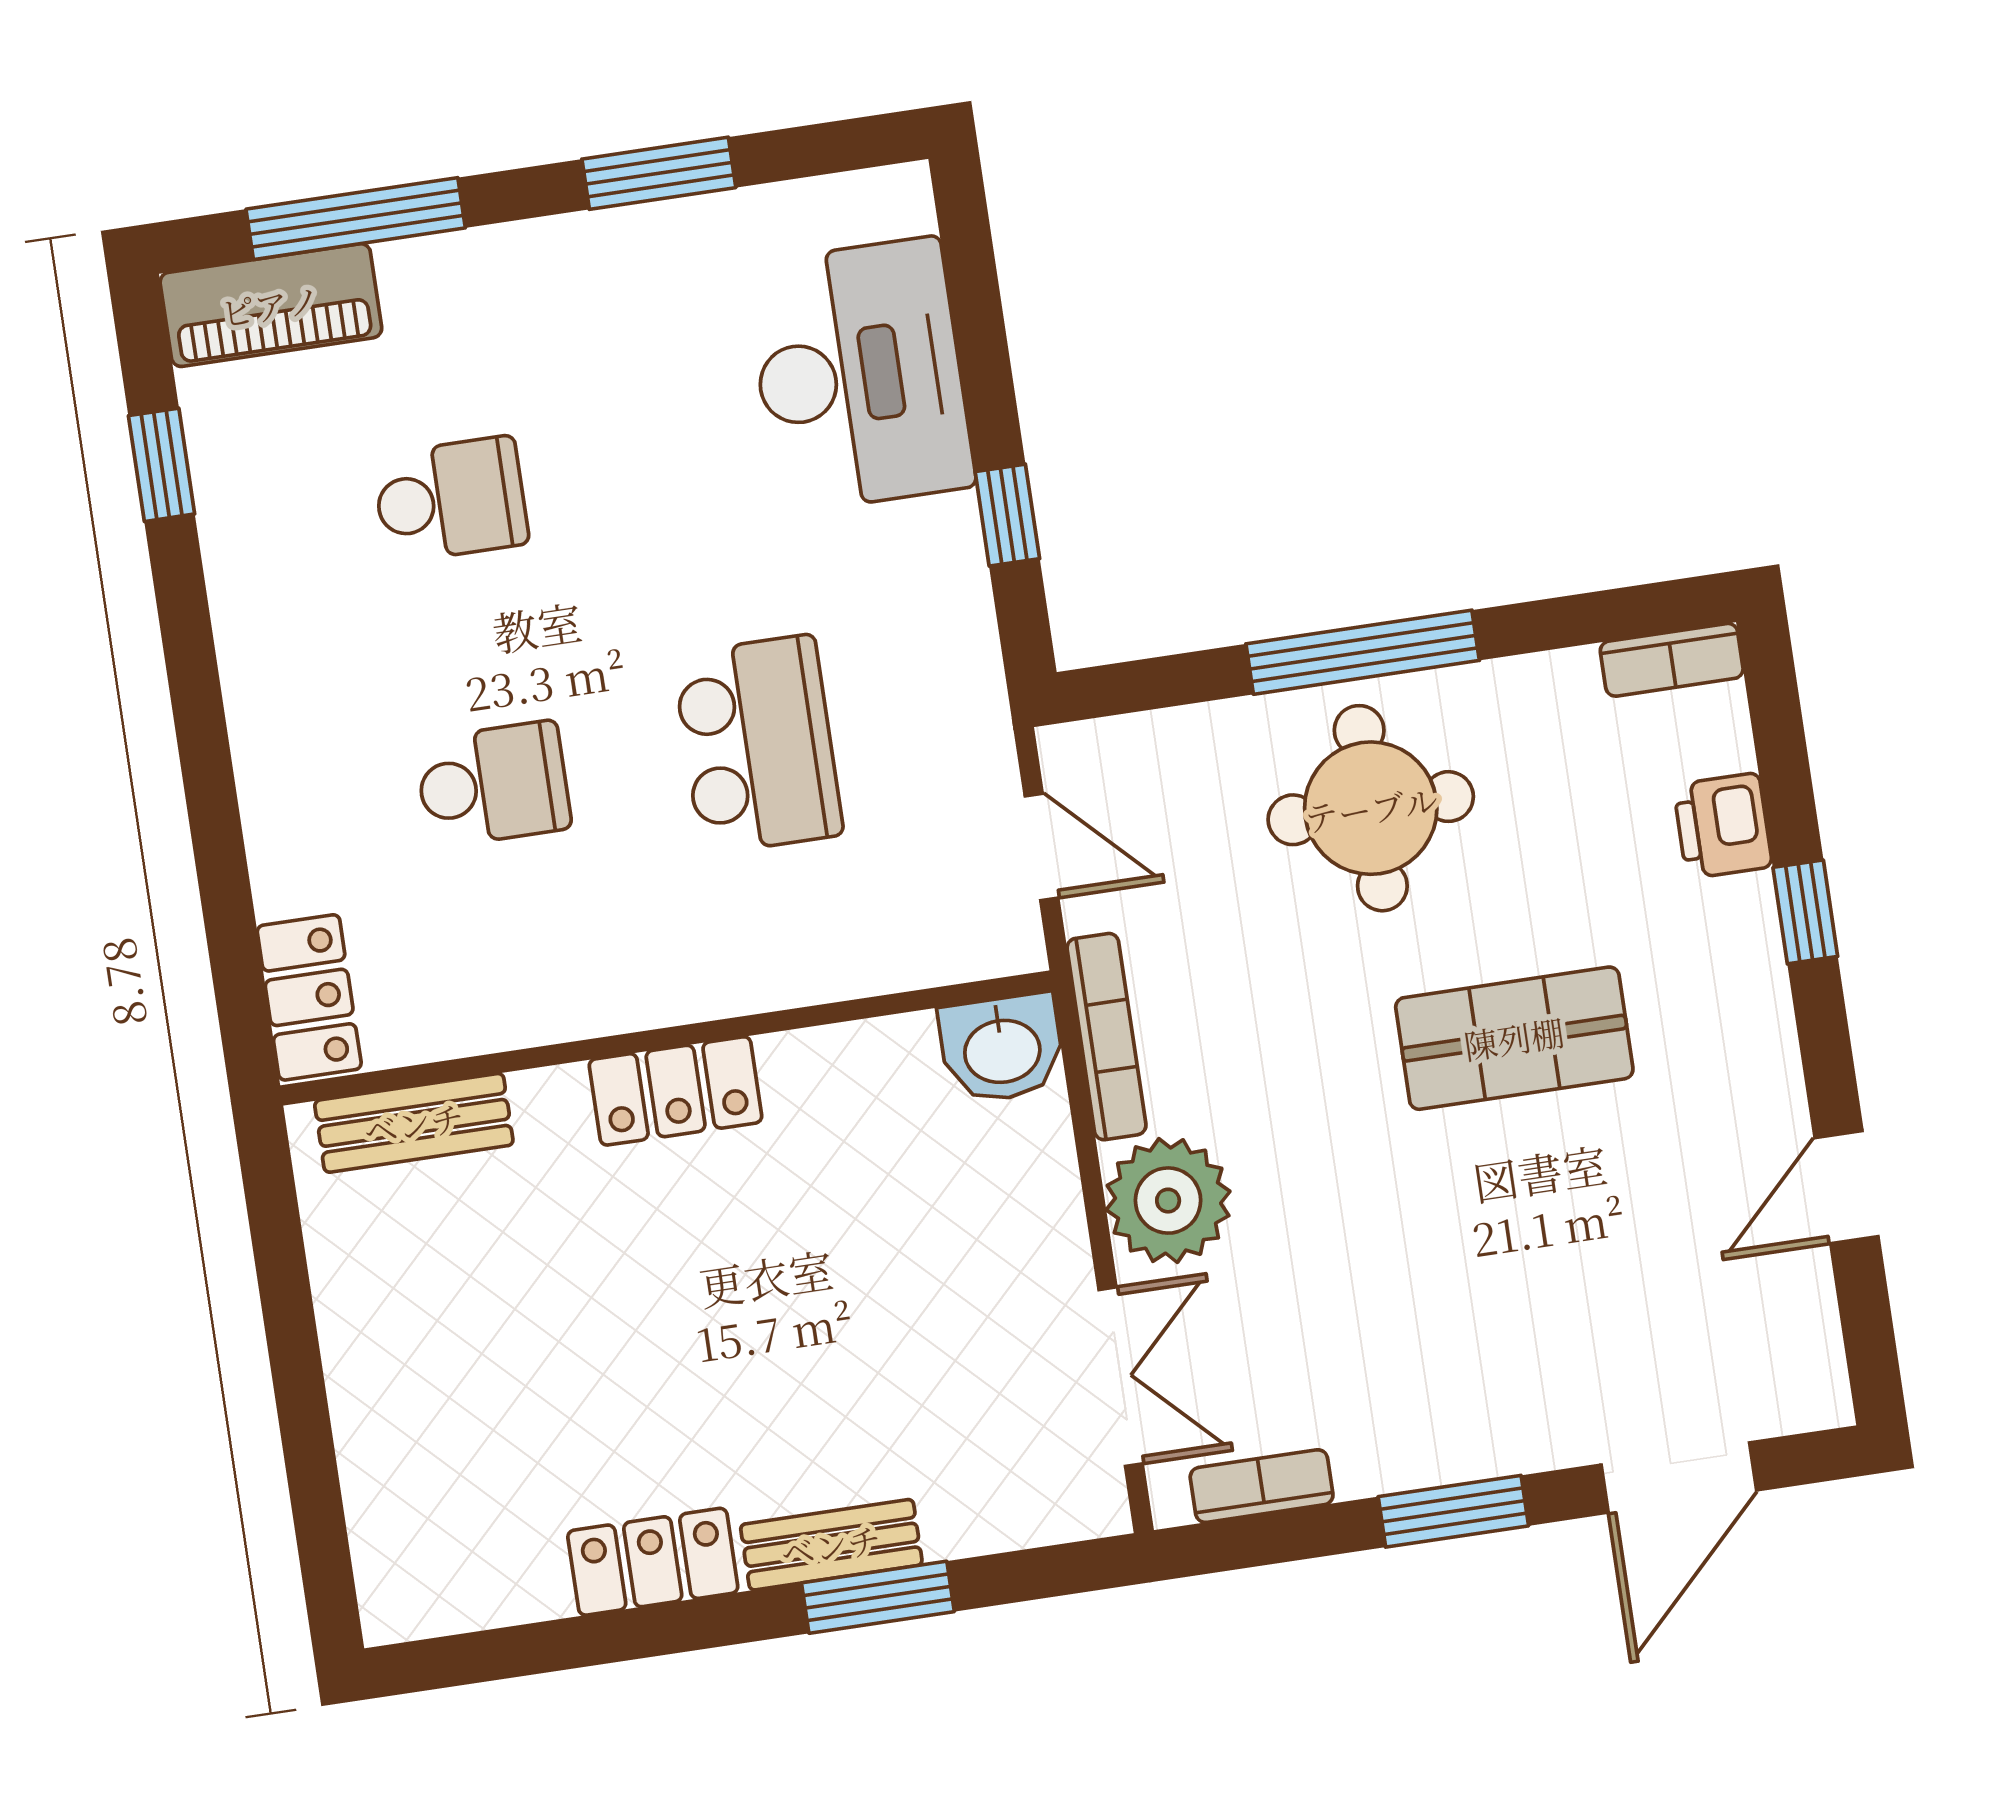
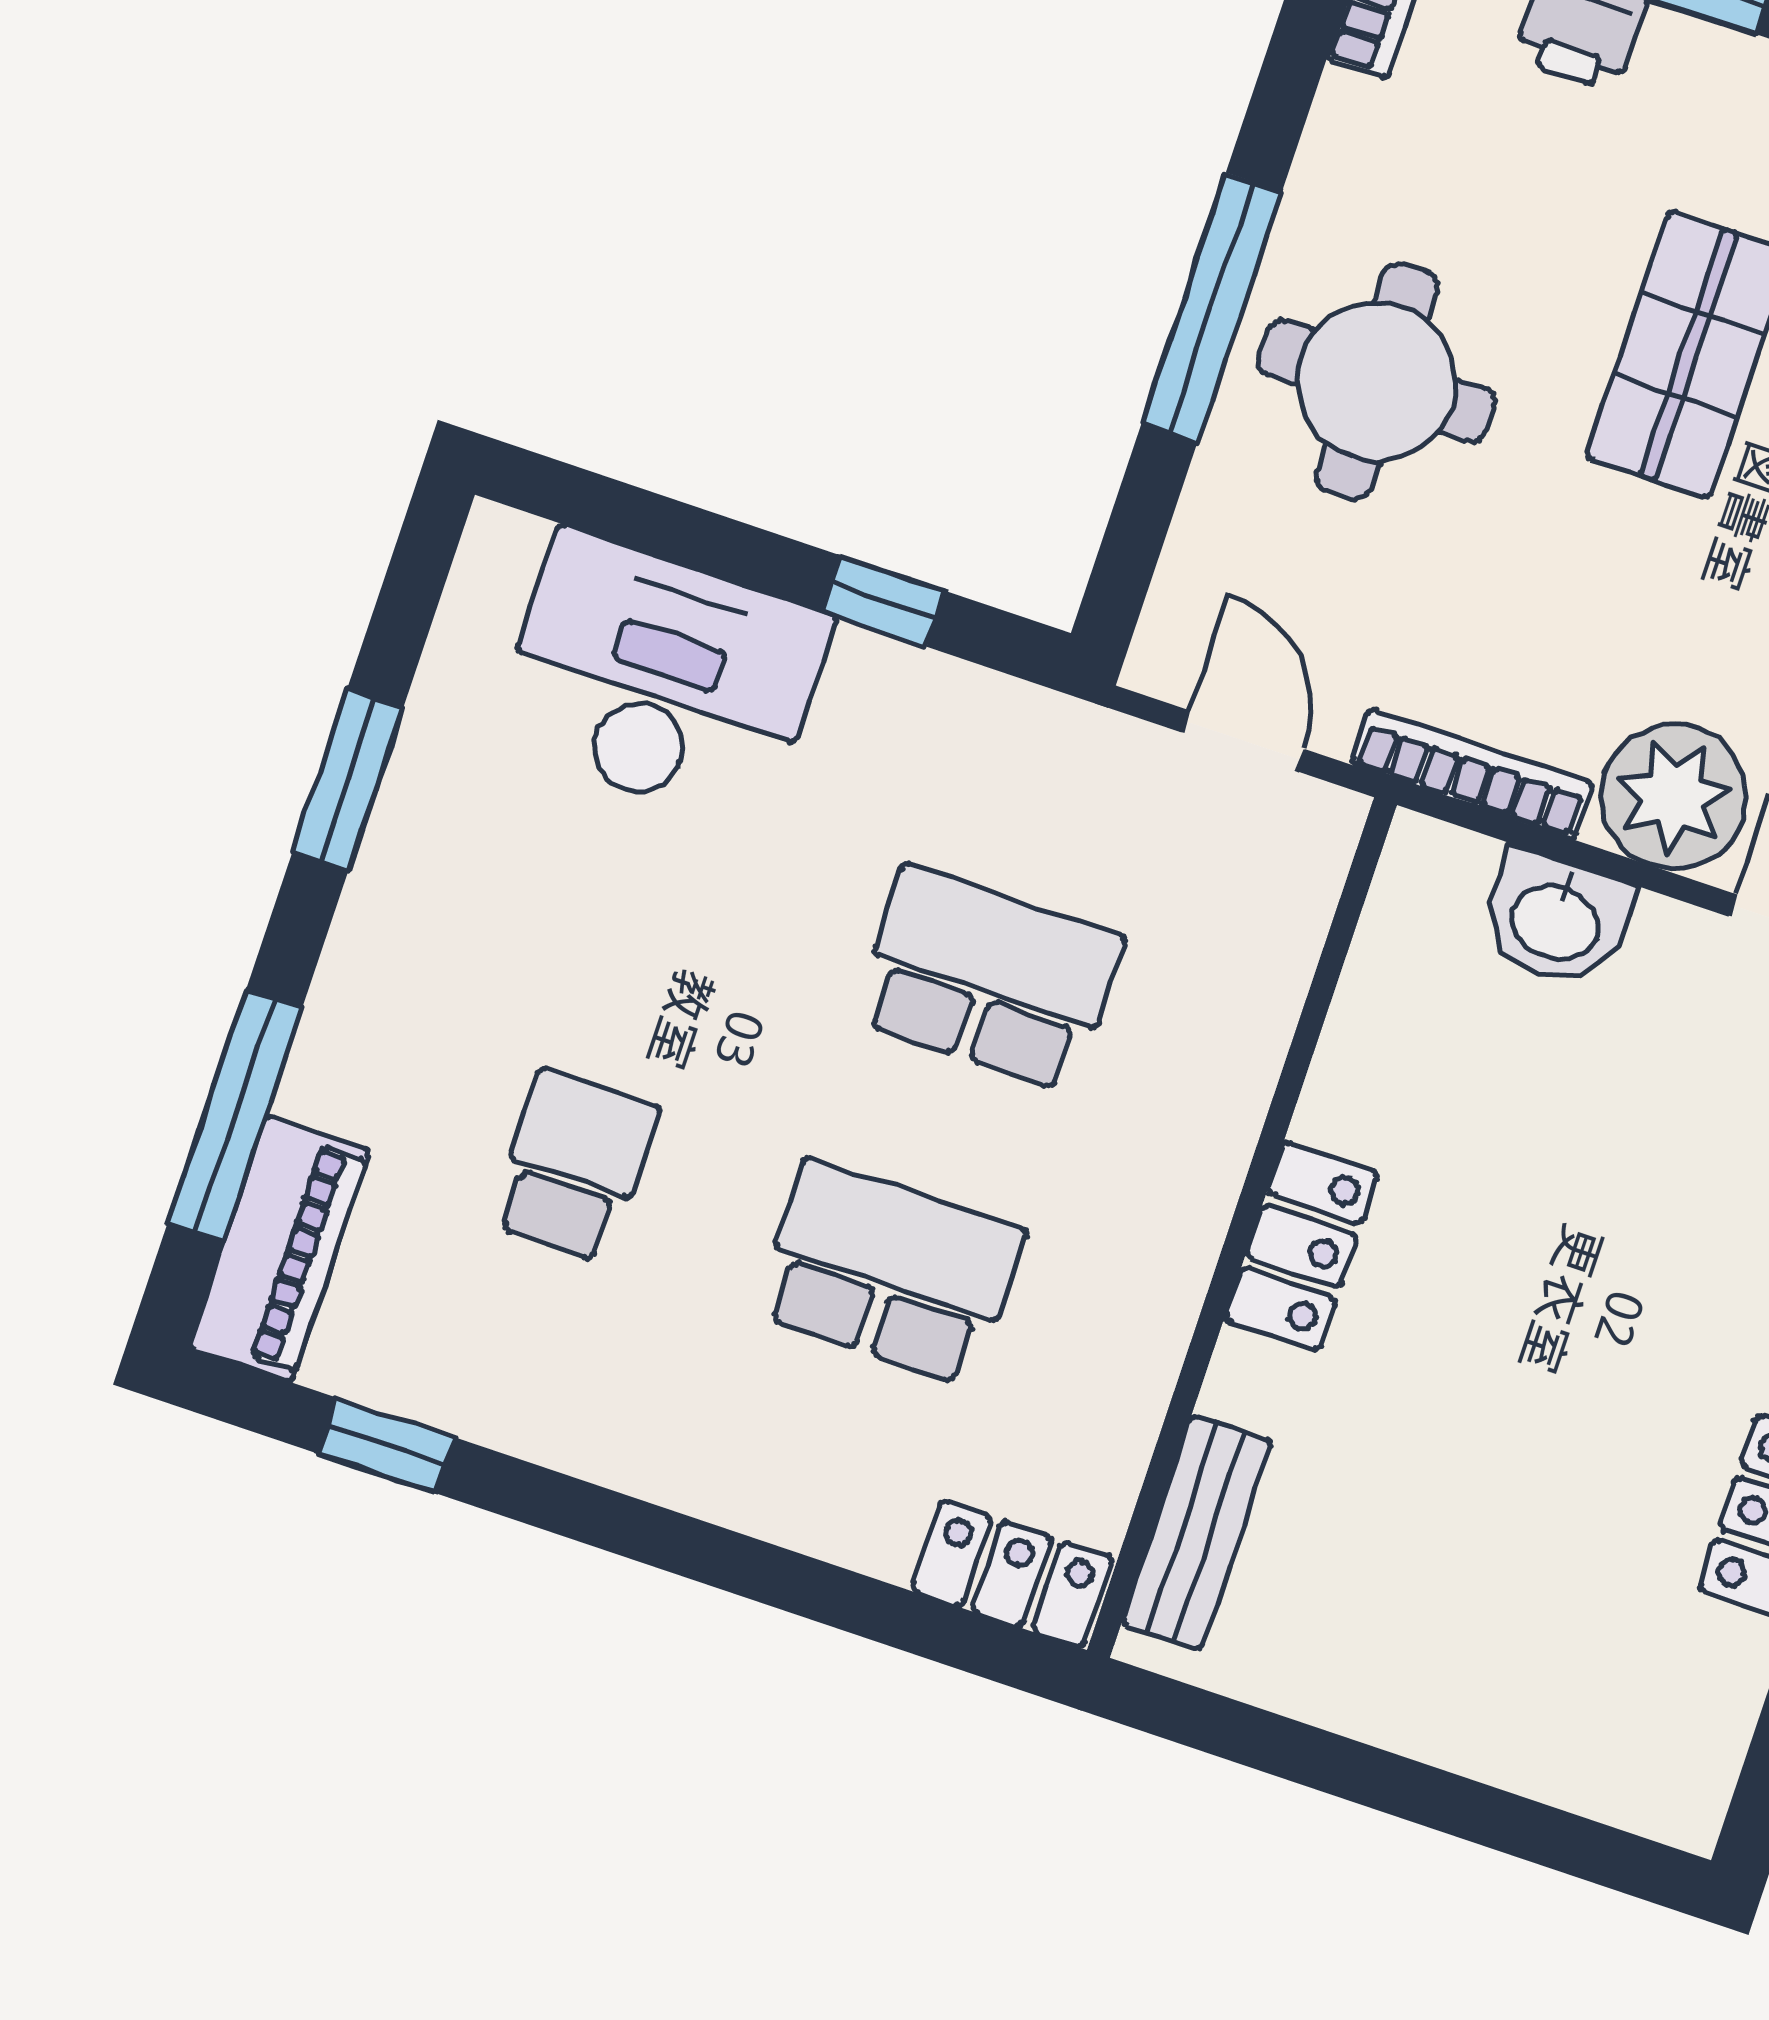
school desk: (493, 784) -> (889, 1272), width x1.85
door: (1042, 847) -> (1243, 741), hinge flipped
washbasin: (1002, 1048) -> (1556, 919), moved, turned 90

